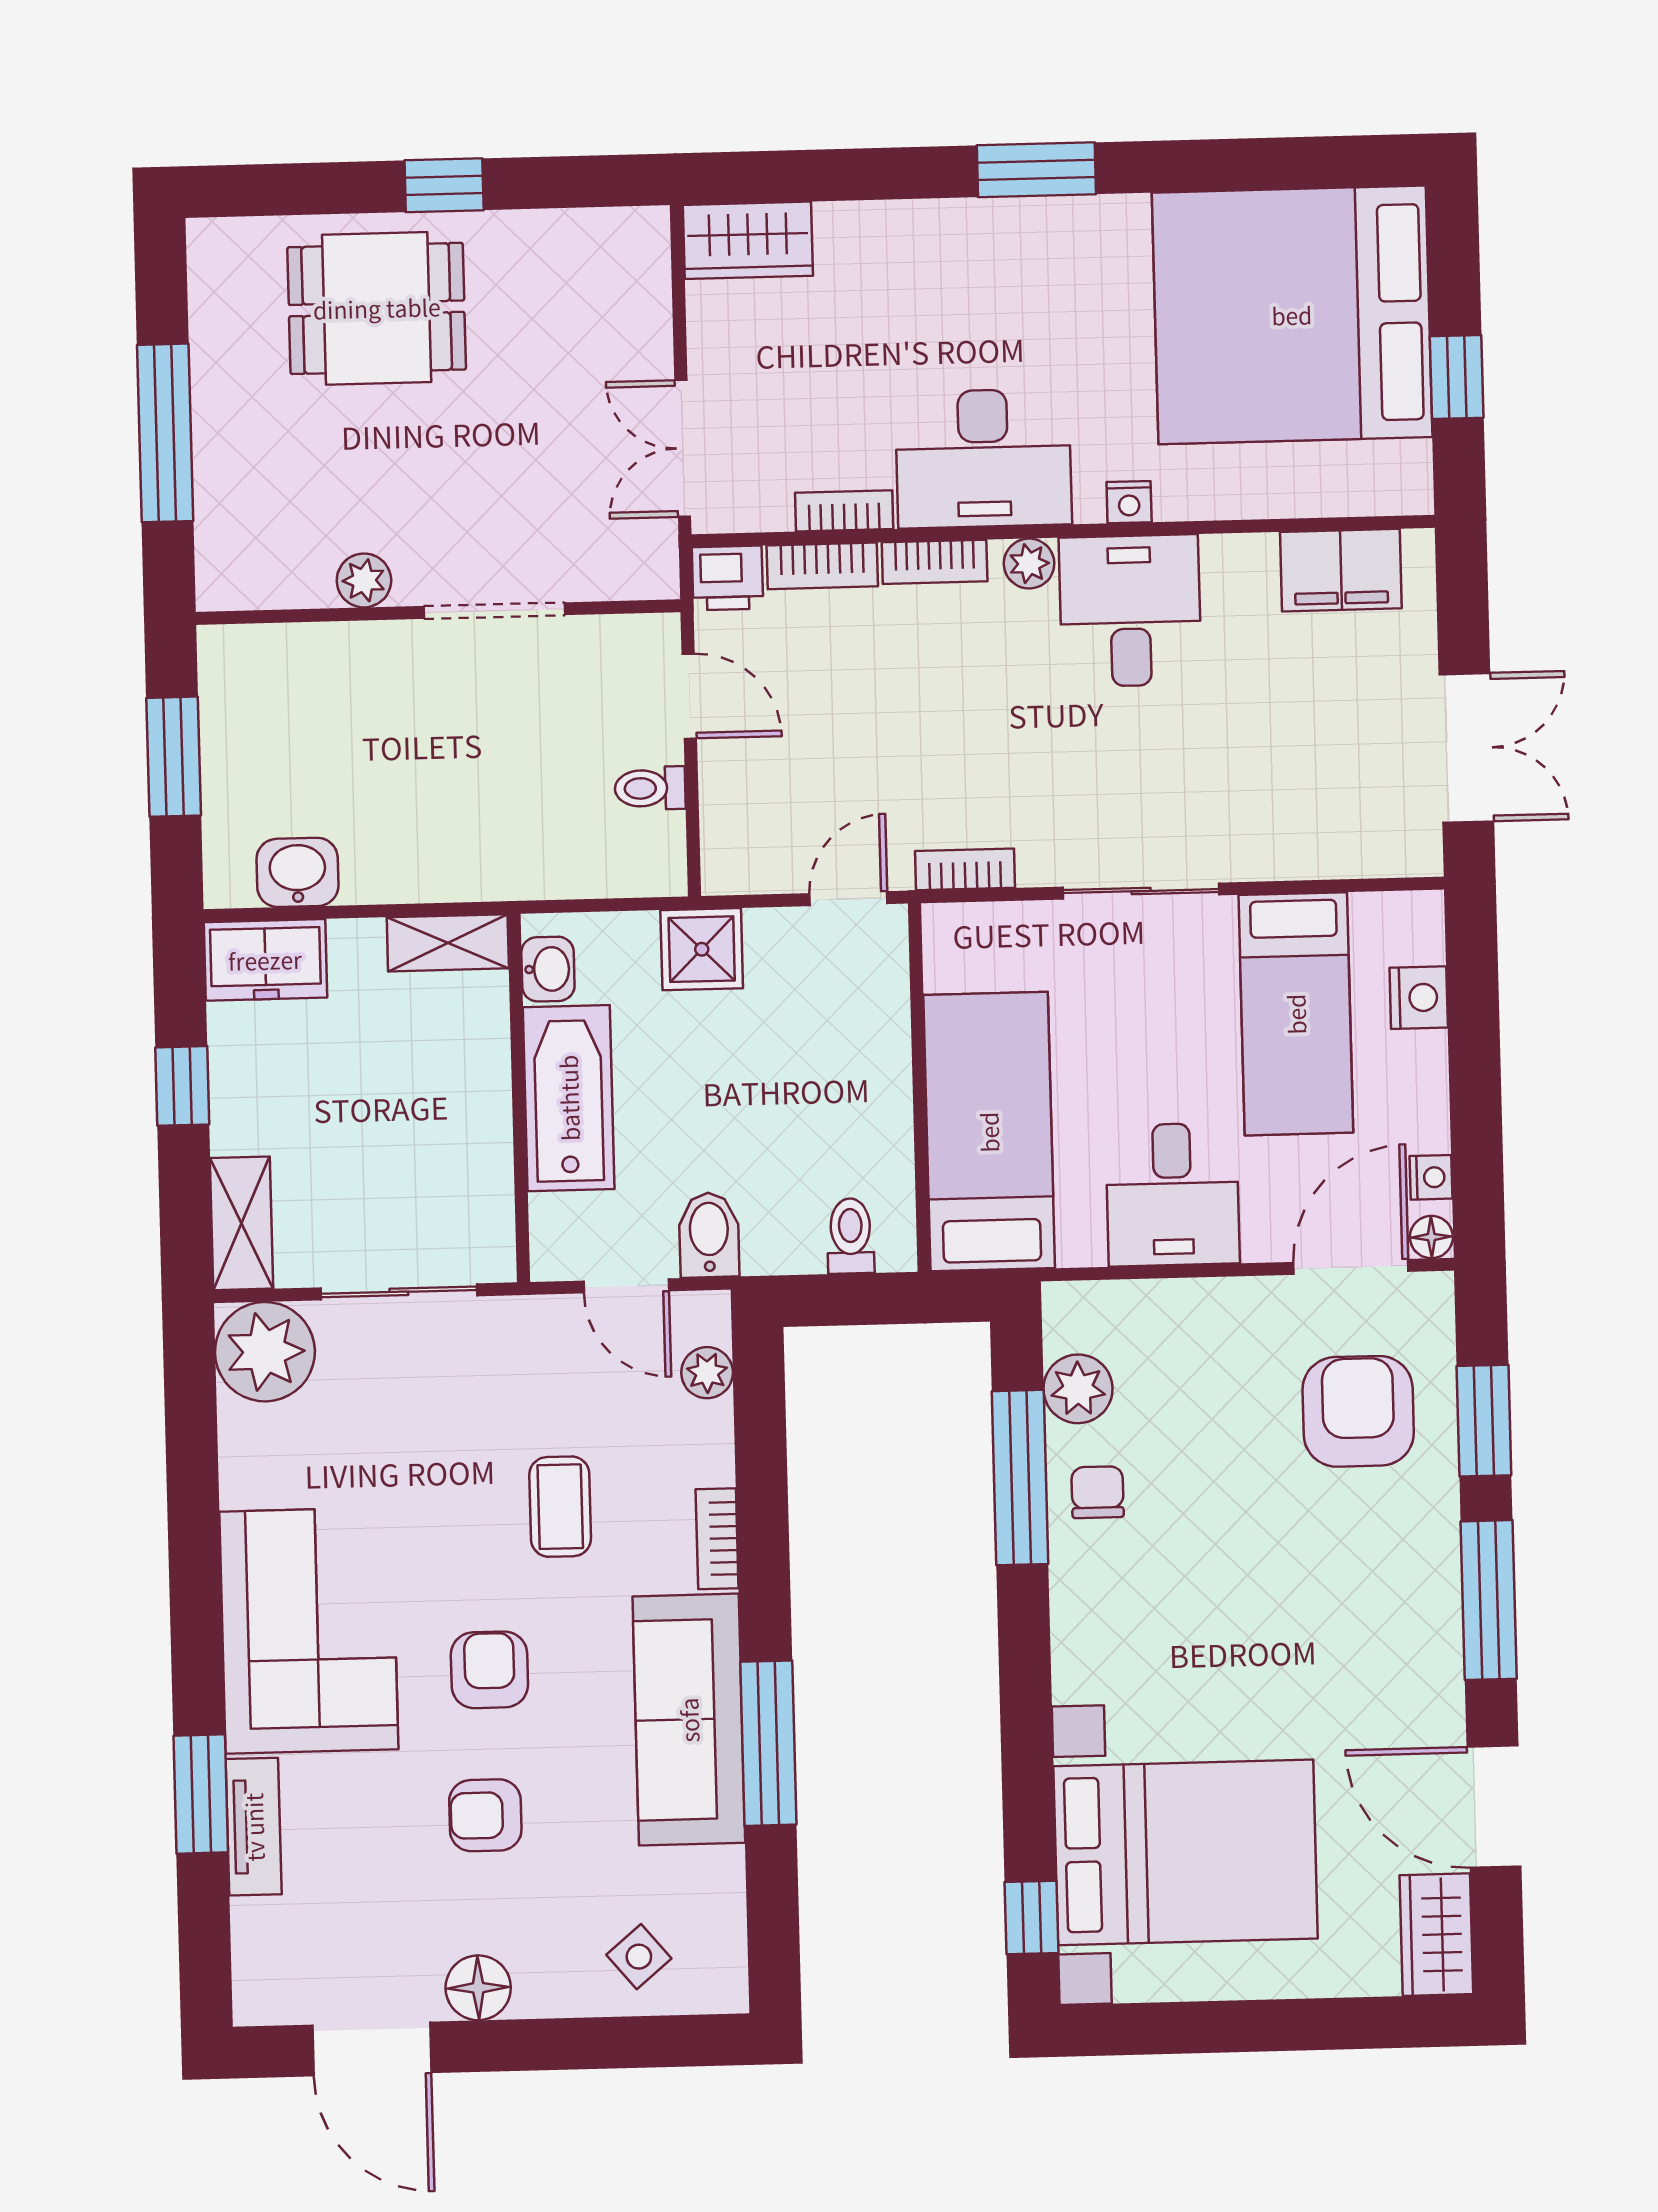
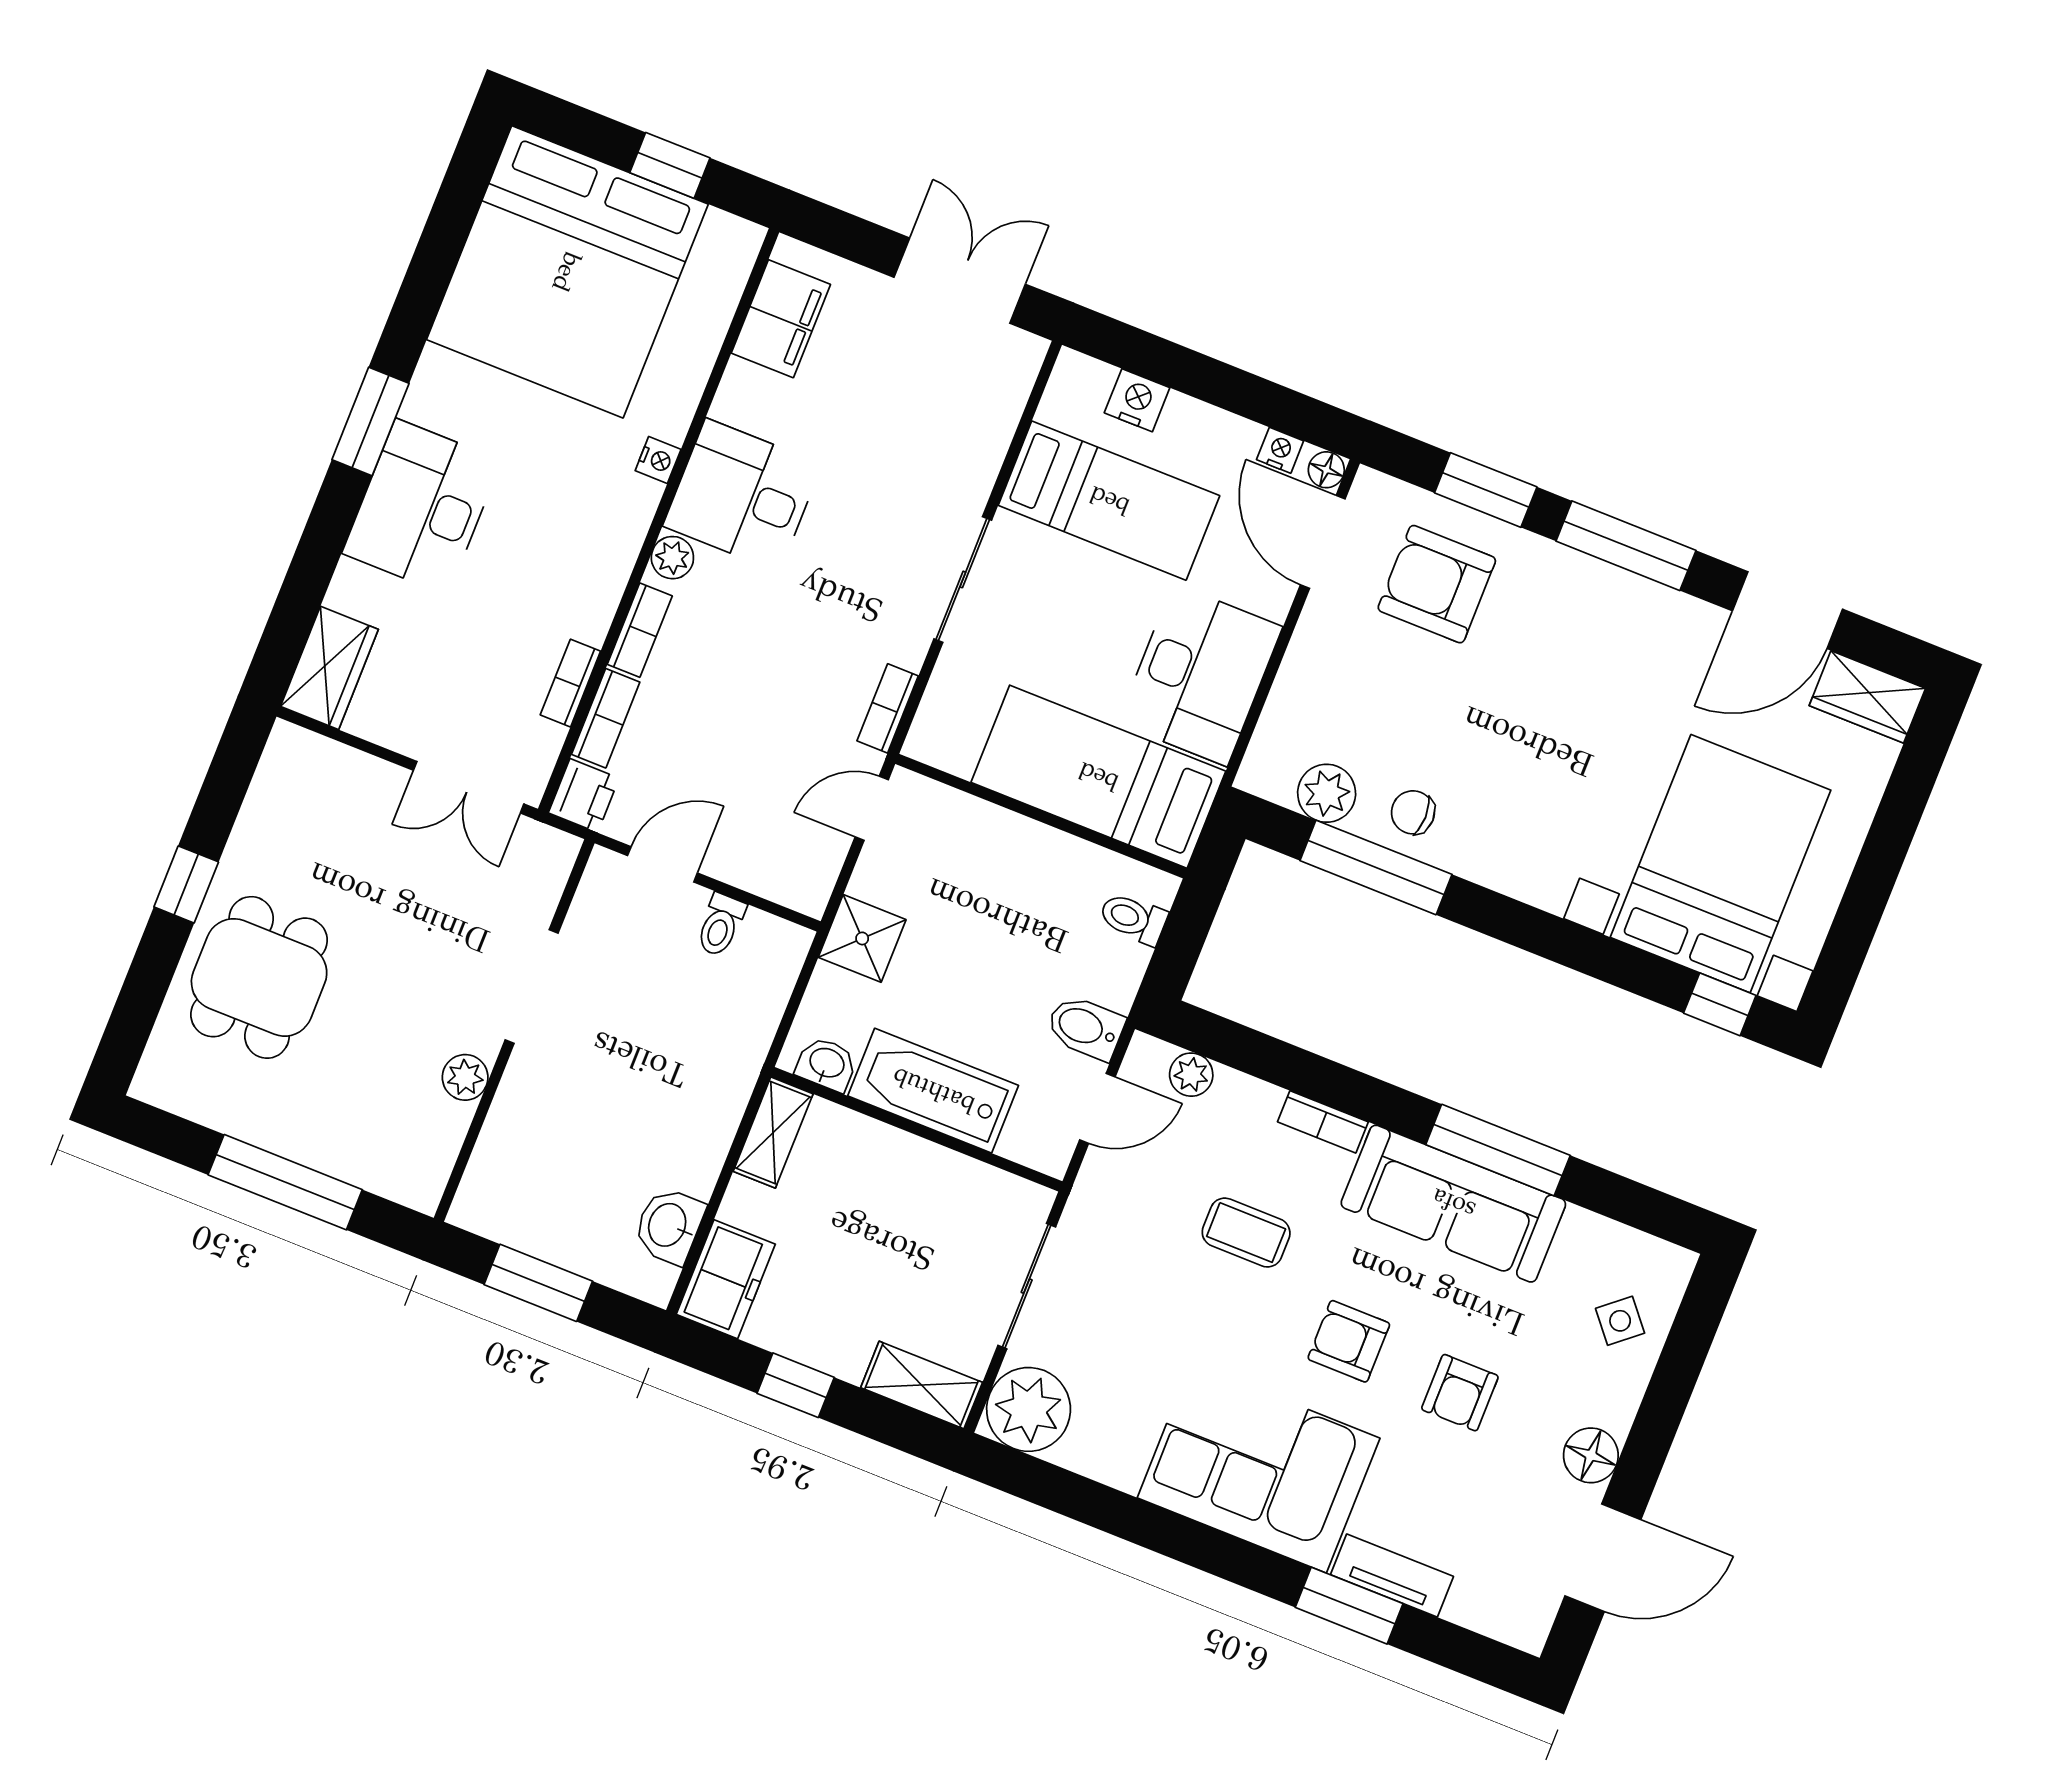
desk: (983, 458) -> (422, 507), moved, turned 180
door: (848, 899) -> (872, 808), hinge flipped
desk: (1173, 1195) -> (1200, 675), width x1.37

